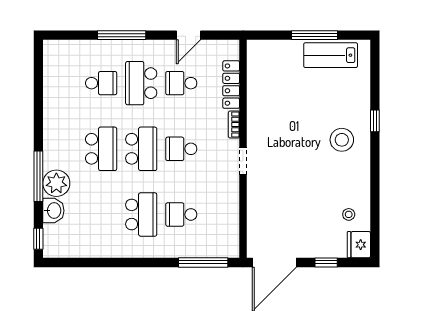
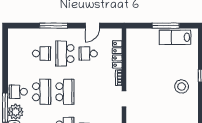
school desk: (181, 149) -> (18, 92), moved

